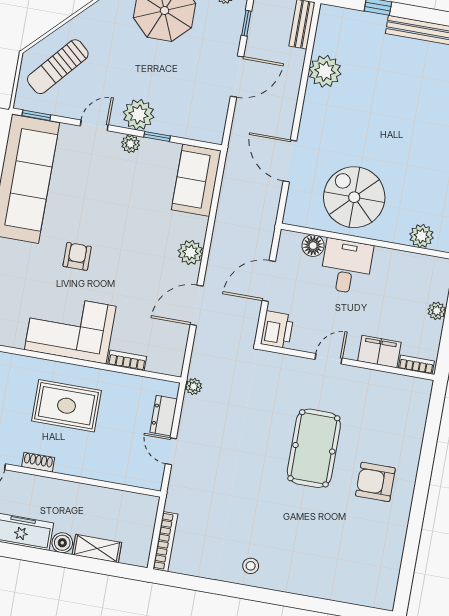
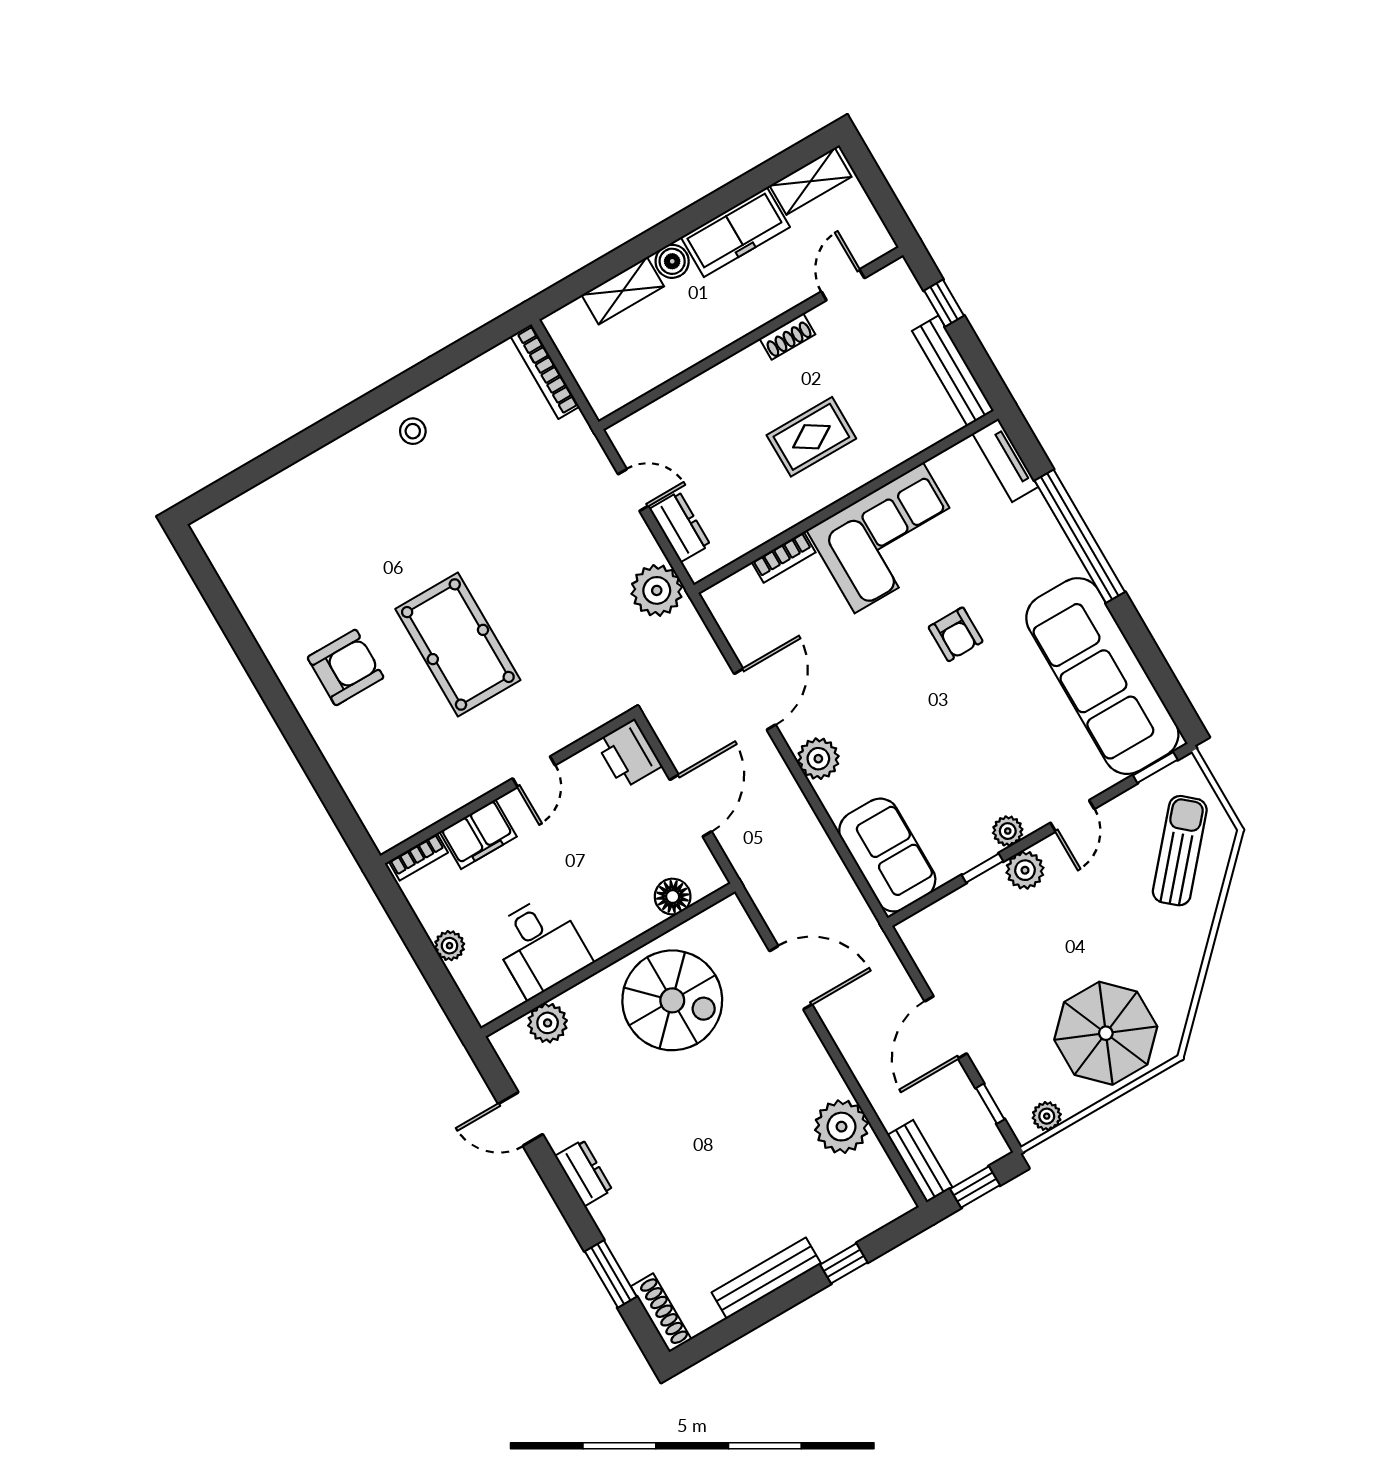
plant: (139, 115) -> (1025, 870), width x0.73, depth x0.73
desk: (346, 266) -> (540, 946), moved
plant: (194, 386) -> (657, 590), width x1.88, depth x1.88
rug: (66, 406) -> (811, 437), width x0.73, depth x0.70

